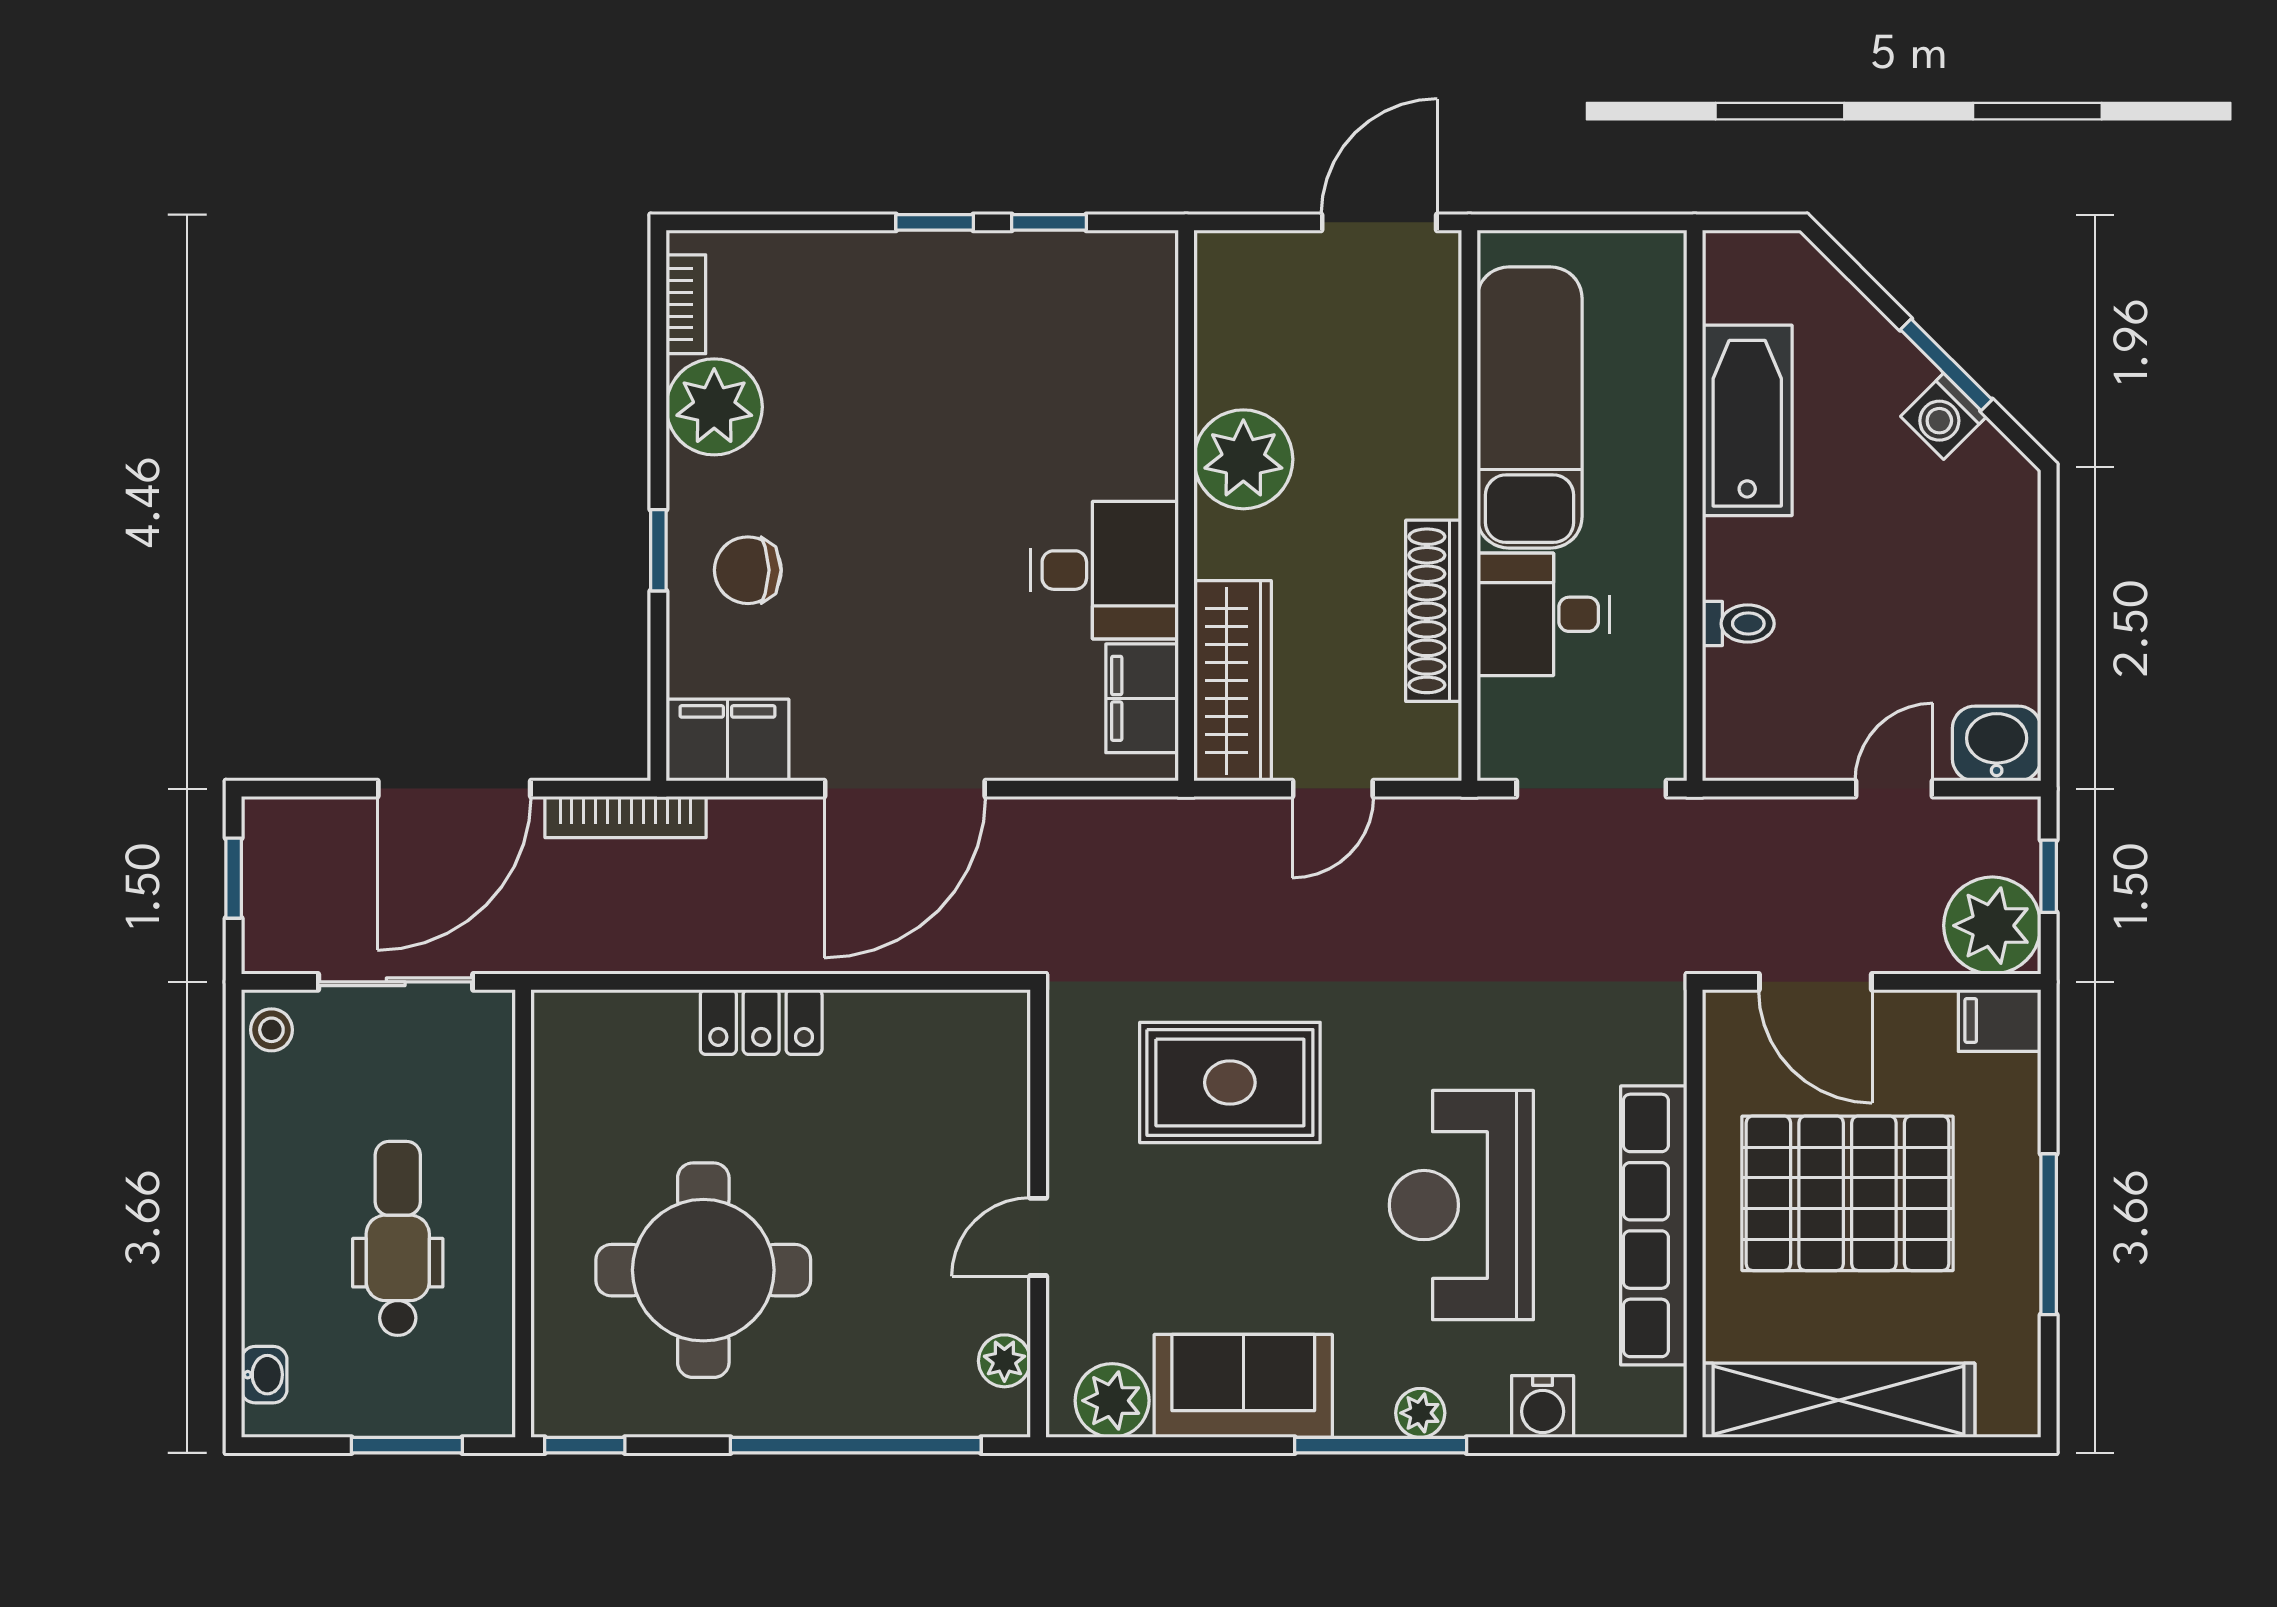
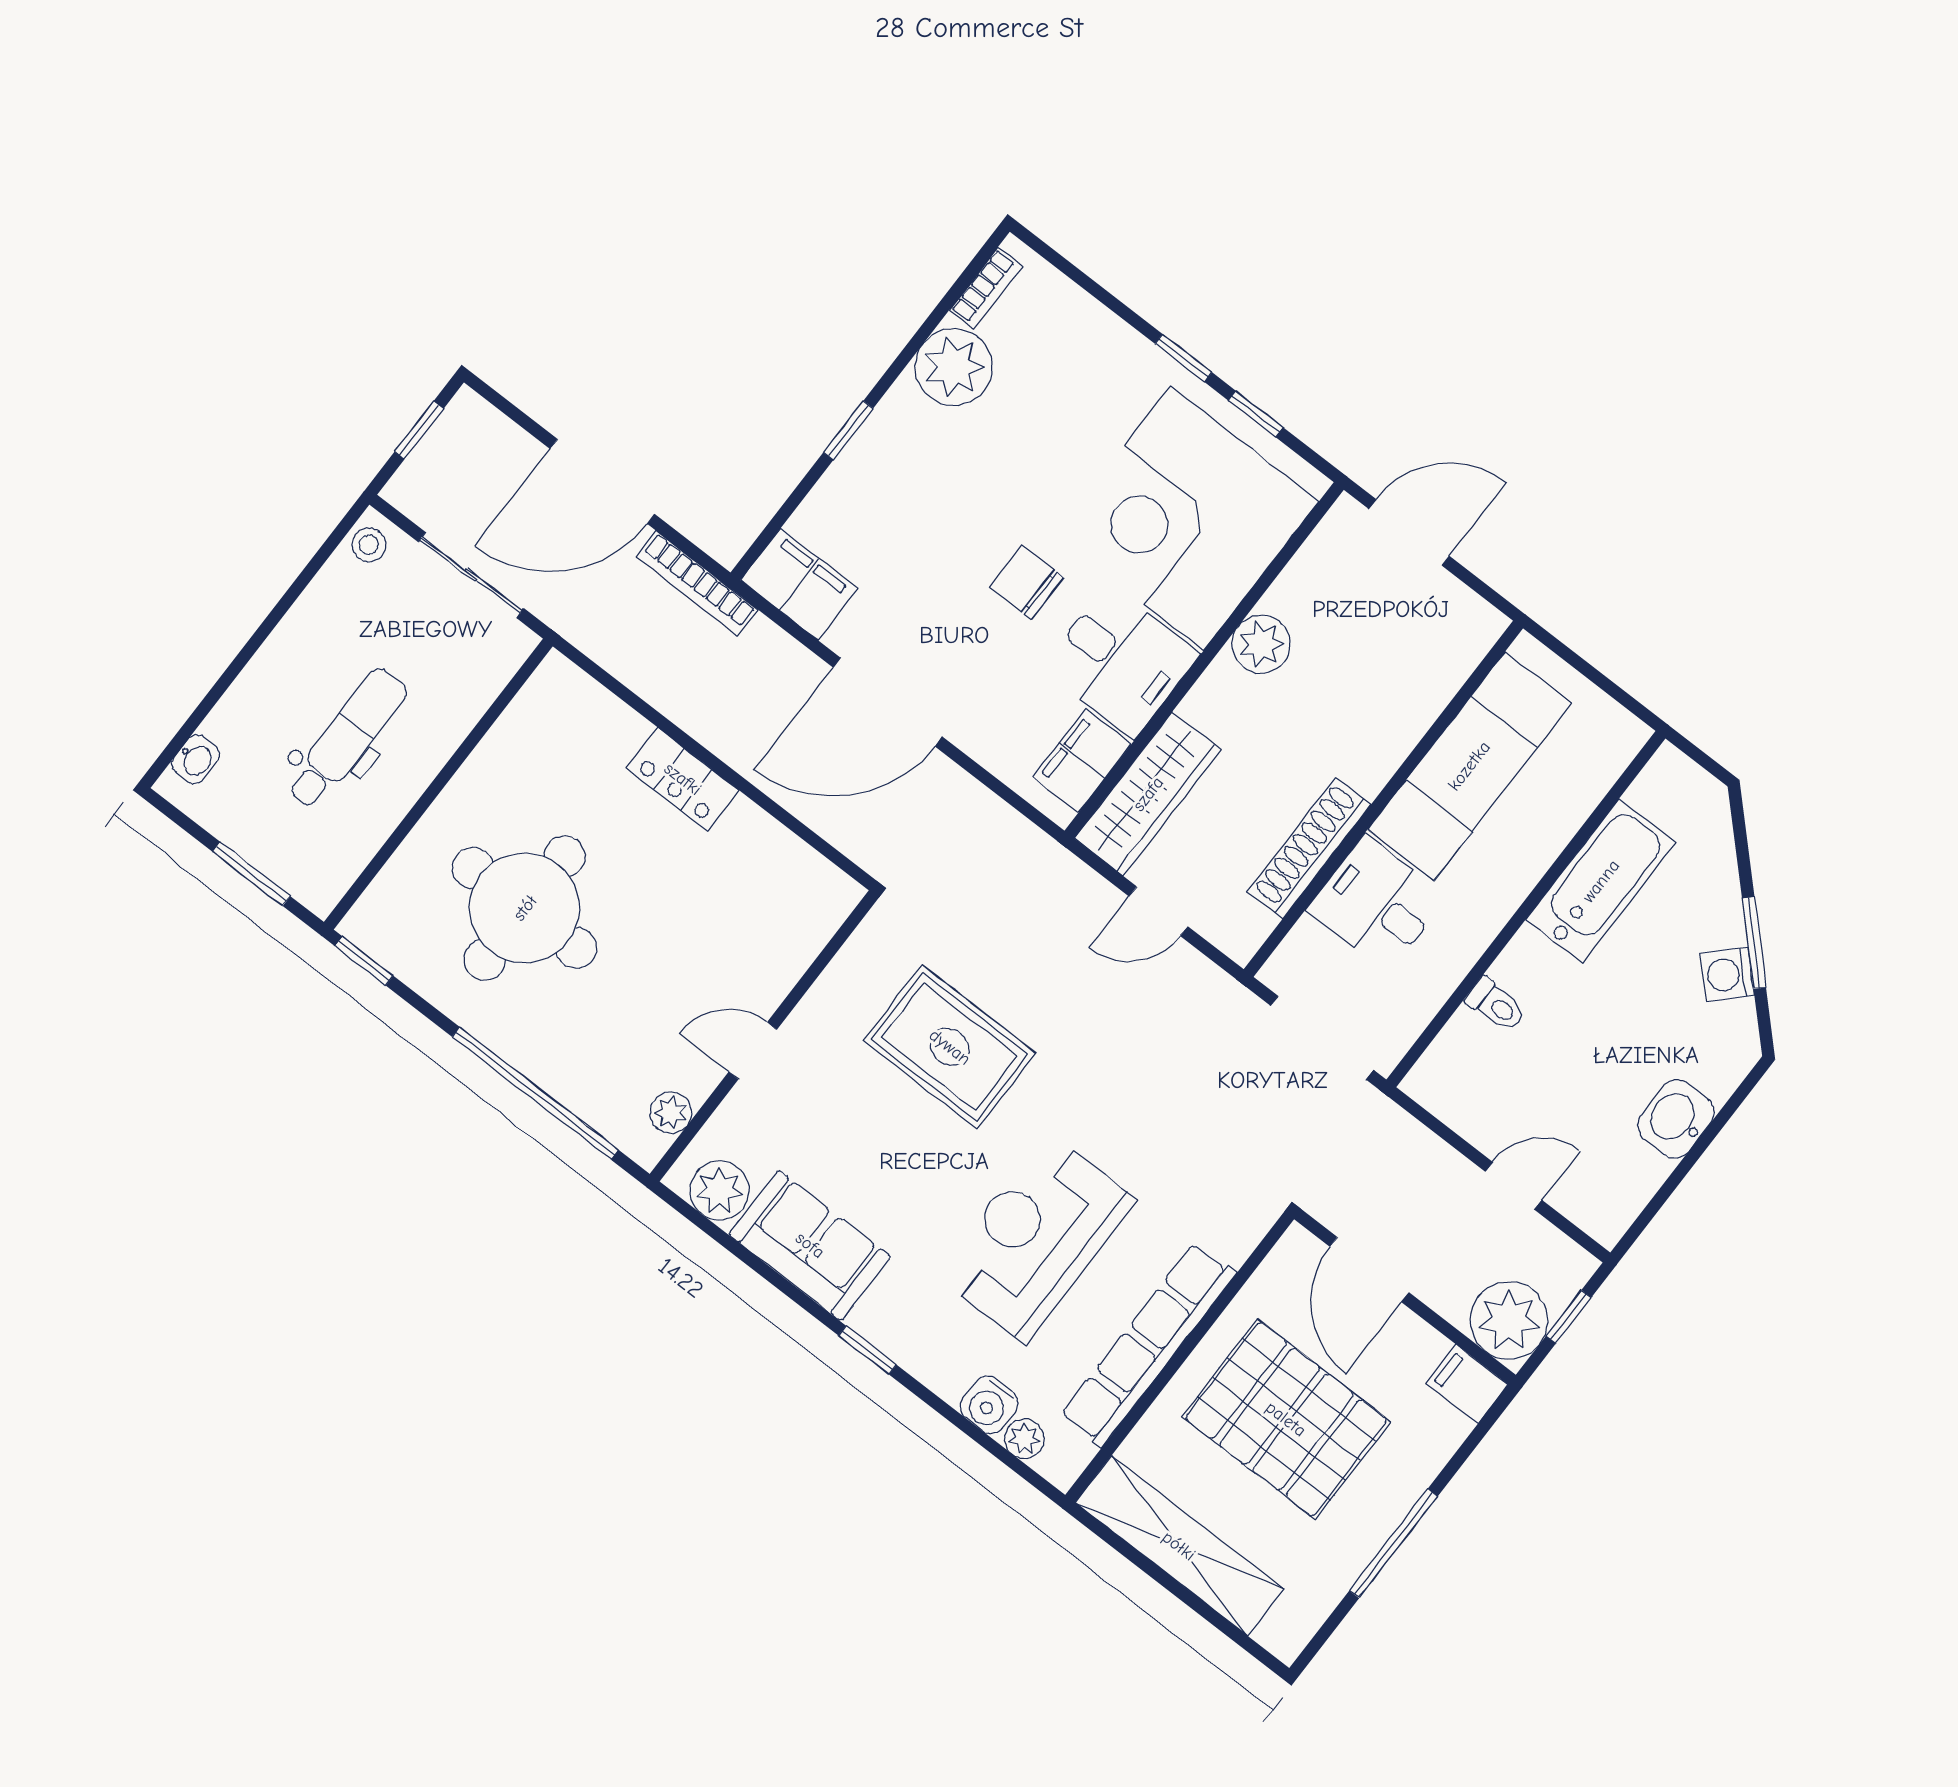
door: (1379, 222) -> (1409, 532), moved
corner desk: (1060, 378) -> (1187, 518), added
plant: (1243, 459) -> (1261, 644), width x0.73, depth x0.73
chair: (748, 570) -> (1027, 582), moved
washbasin: (1997, 744) -> (1676, 1119), moved, turned -90
plant: (1420, 1413) -> (1024, 1439), moved
window: (1381, 1445) -> (868, 1350), width x0.46

